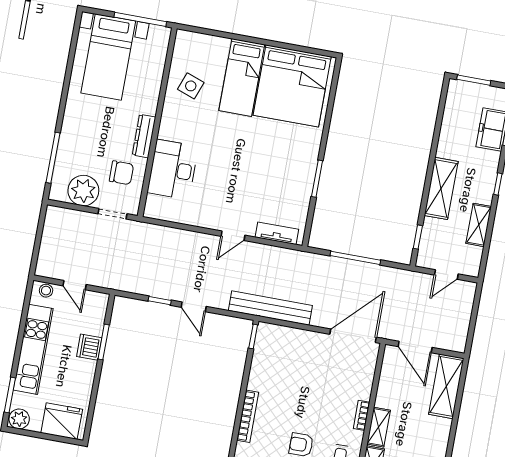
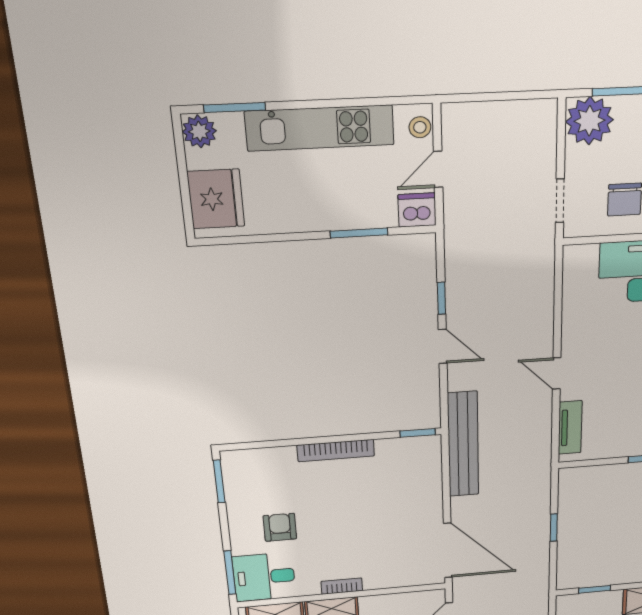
plant: (83, 191) -> (589, 121), moved
window: (355, 258) -> (554, 528), width x0.46
door: (194, 307) -> (443, 346), swing flipped
dishwasher: (89, 347) -> (417, 210), moved
bookcase: (248, 416) -> (336, 451), moved

